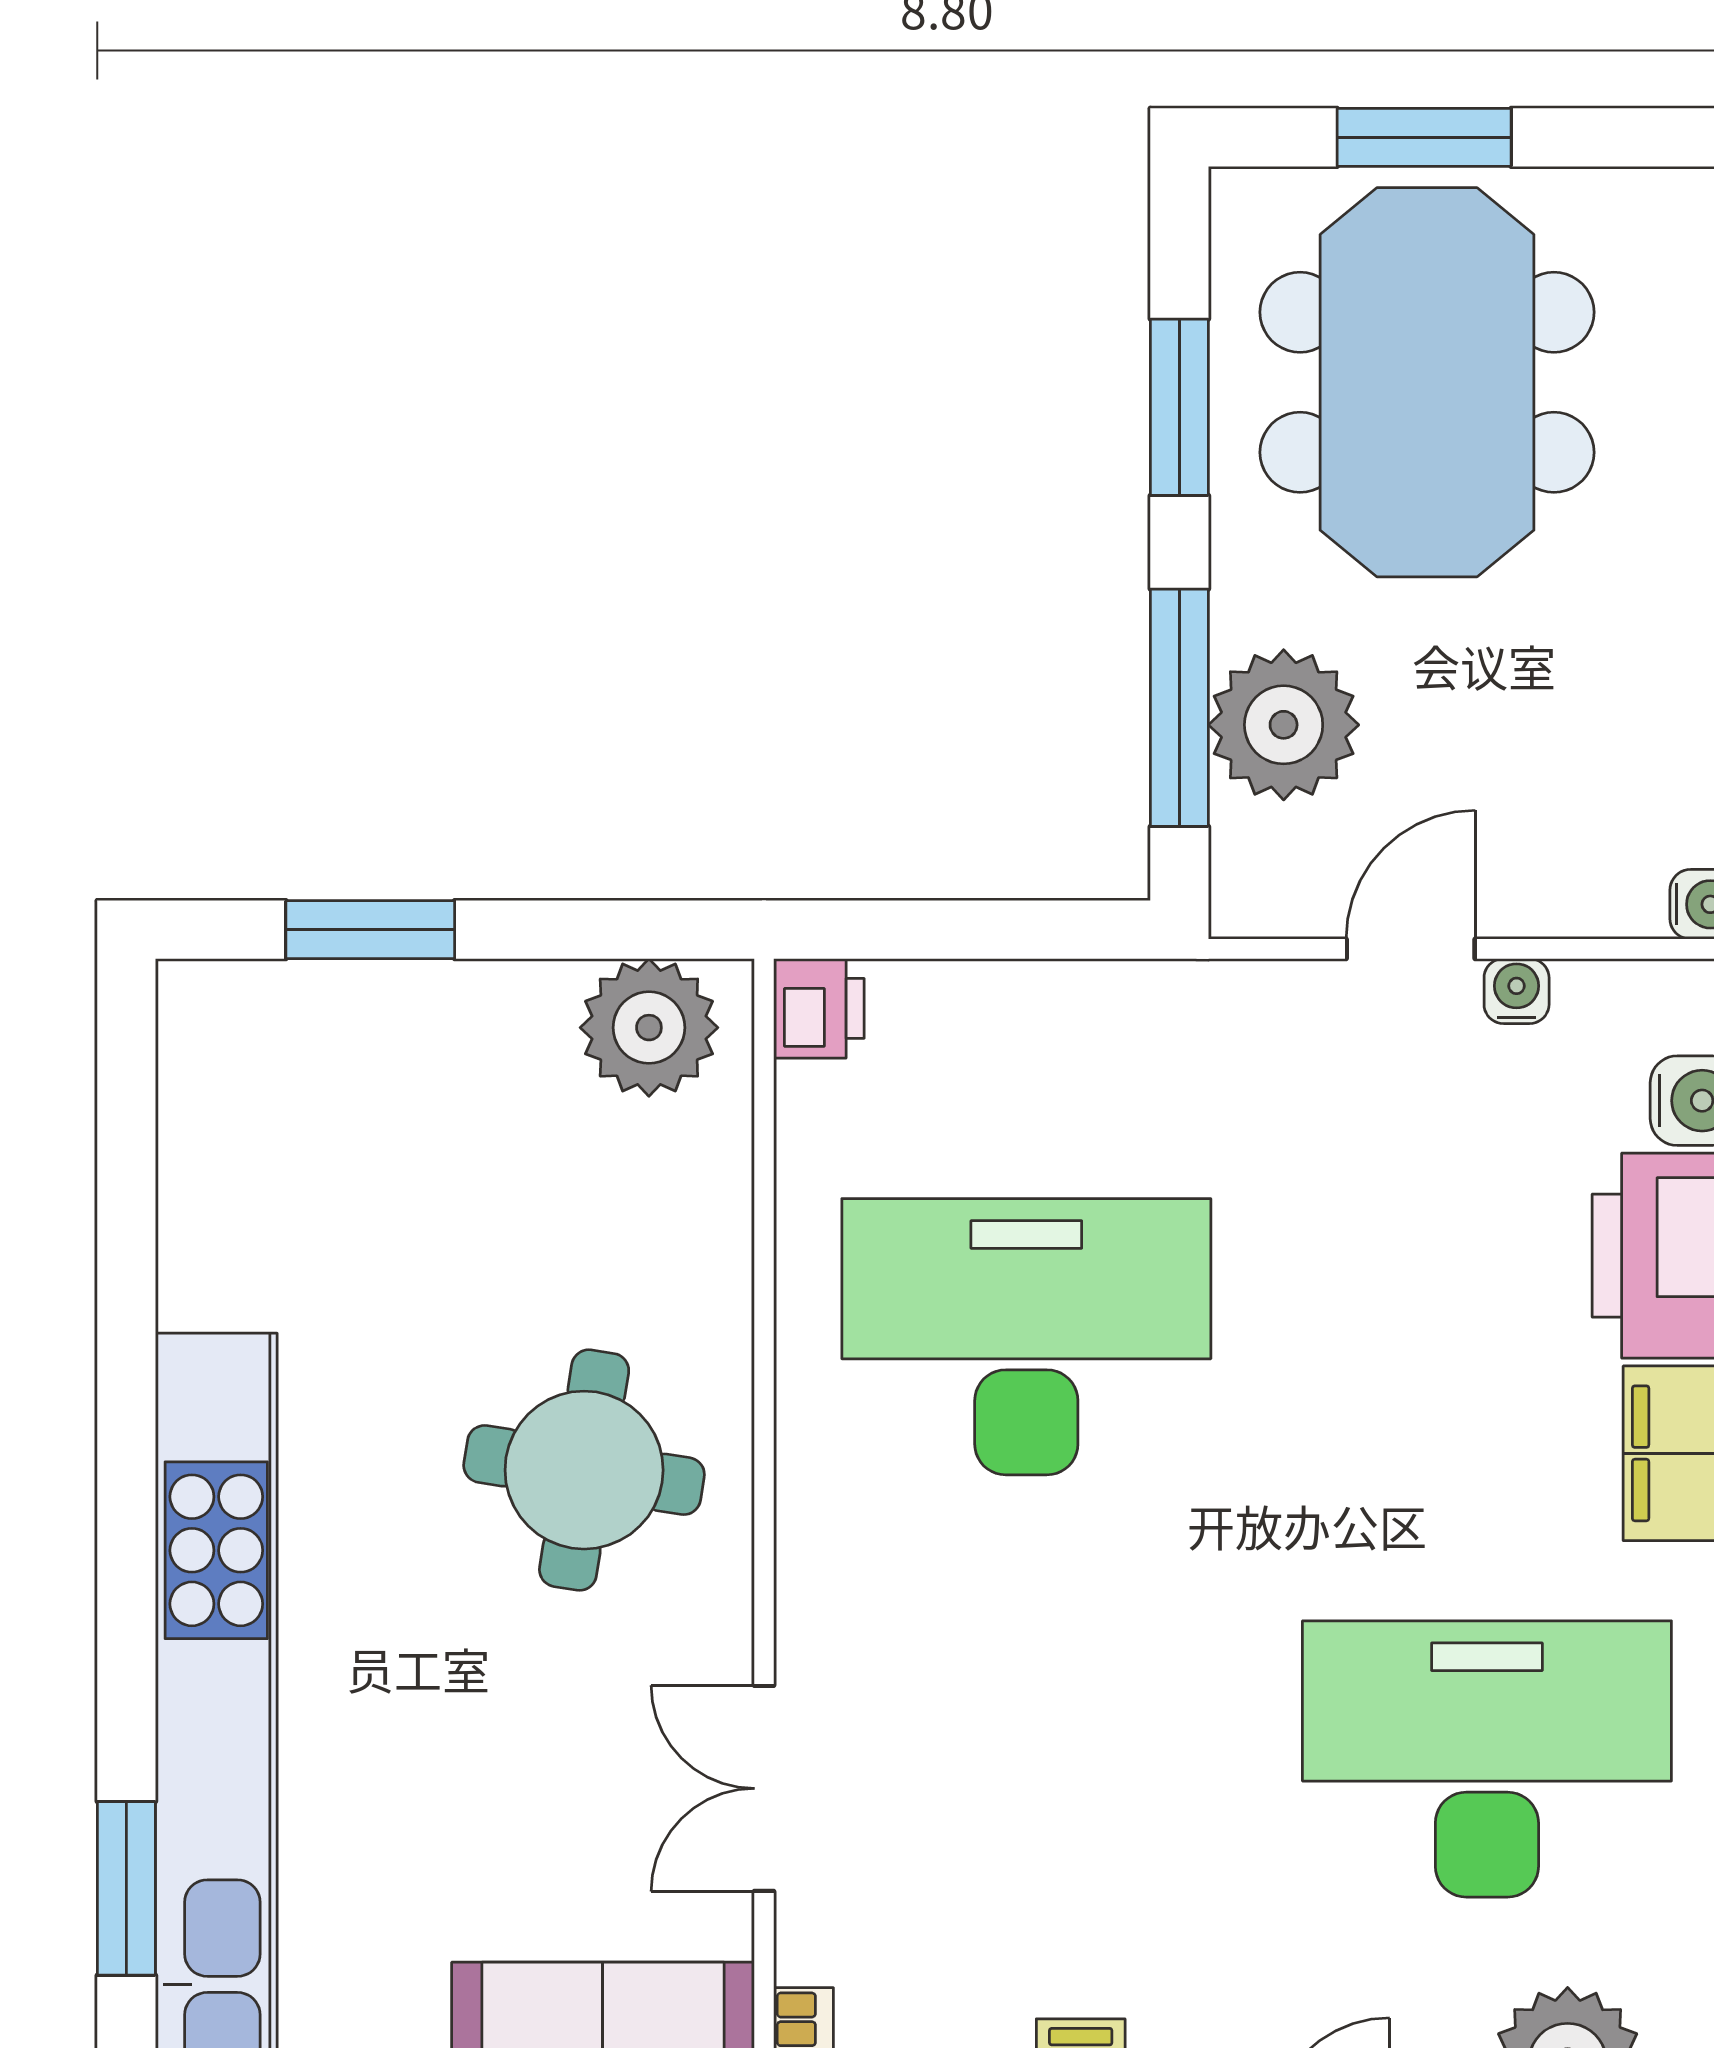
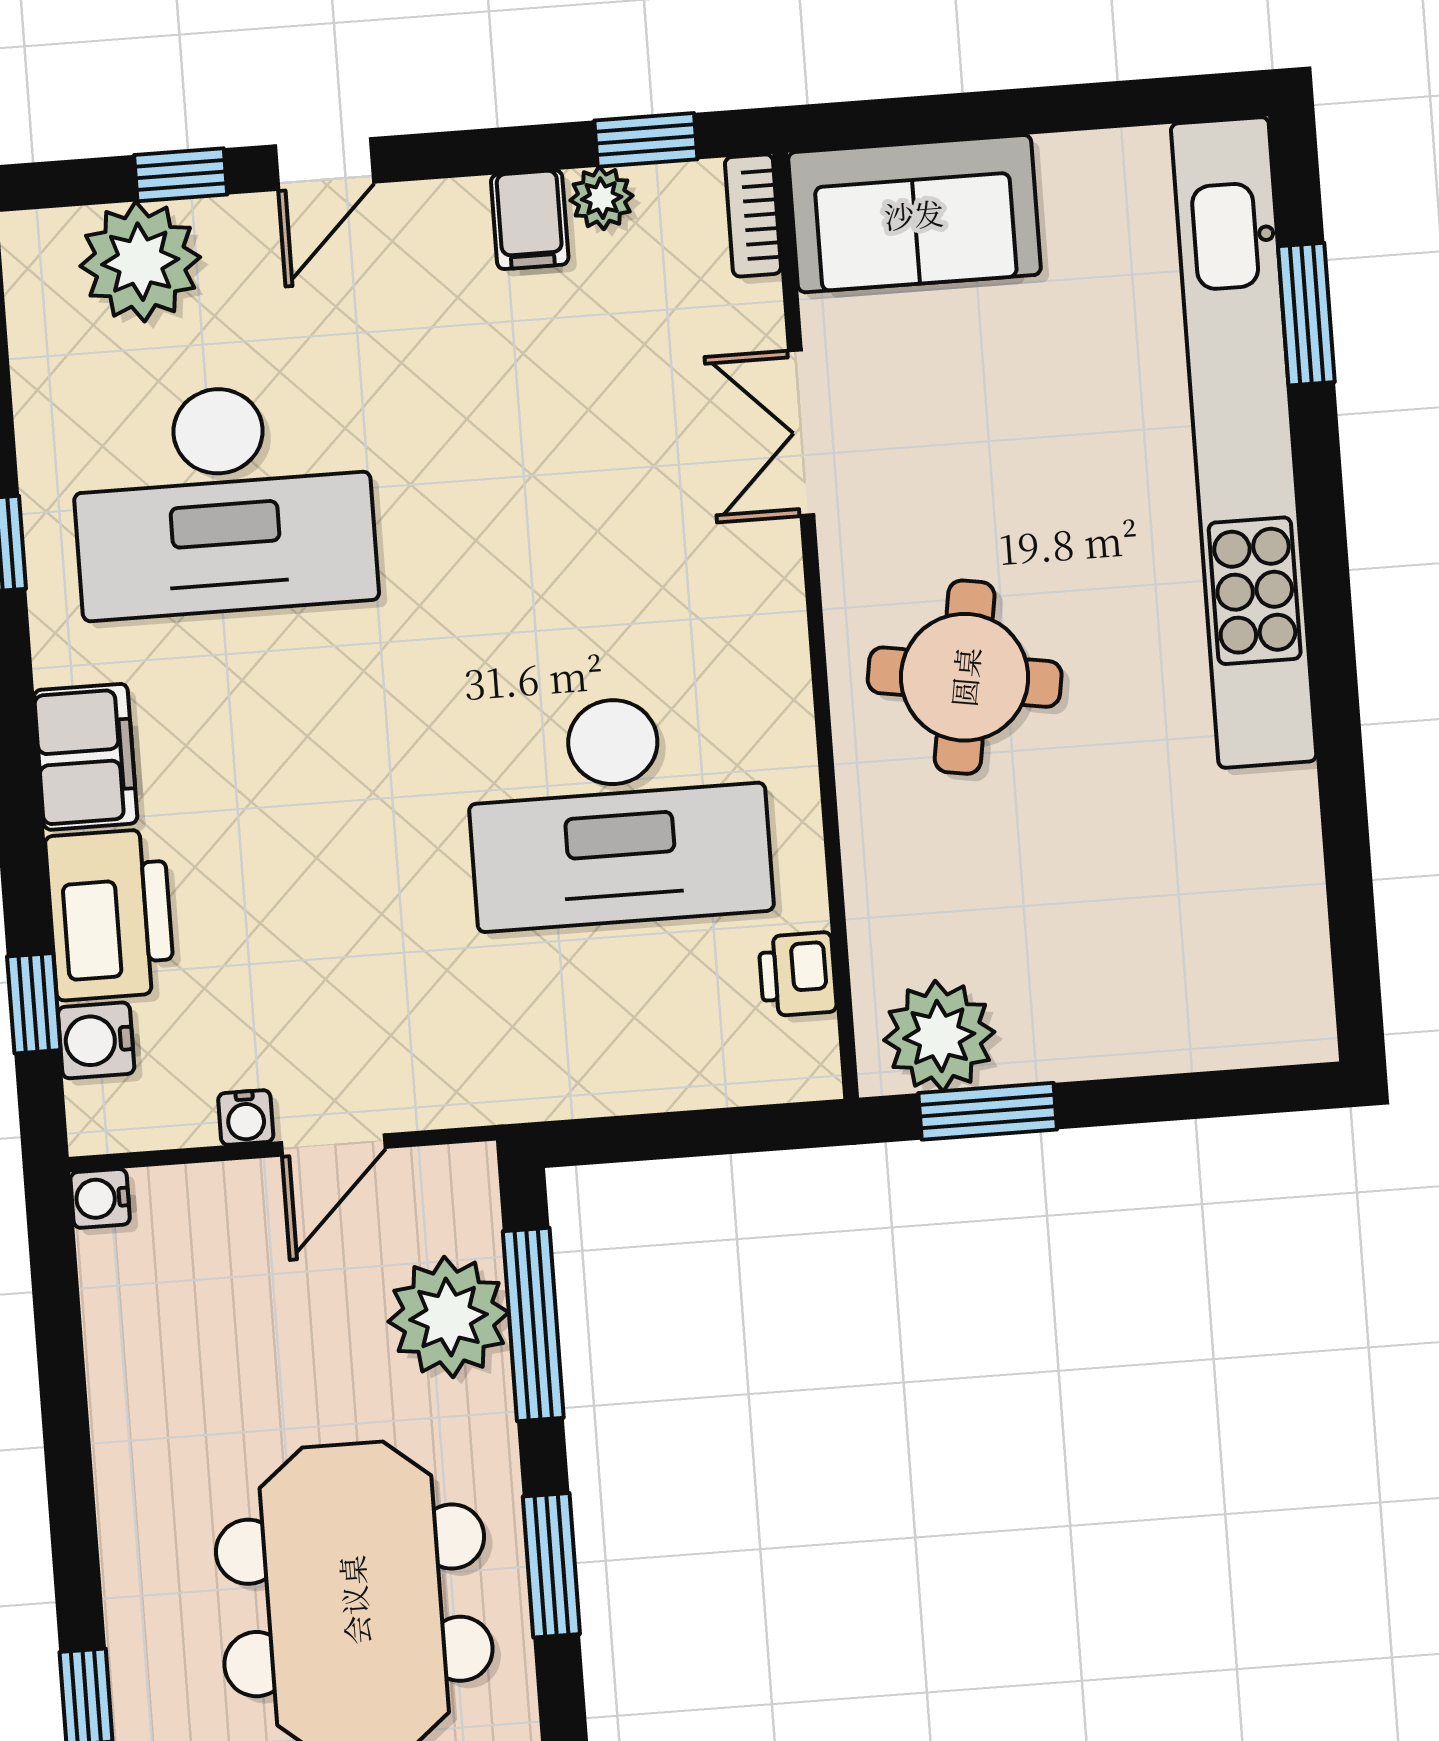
window: (370, 930) -> (988, 1111), moved
printer: (819, 1008) -> (798, 974), moved
double door: (764, 1788) -> (801, 433), swing flipped

